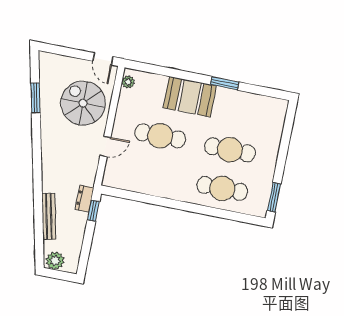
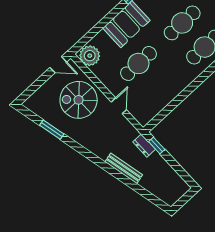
plant: (128, 82) -> (90, 56), width x1.87, depth x1.87
bench: (49, 216) -> (124, 168), moved
plant: (55, 261) -> (172, 196), removed

